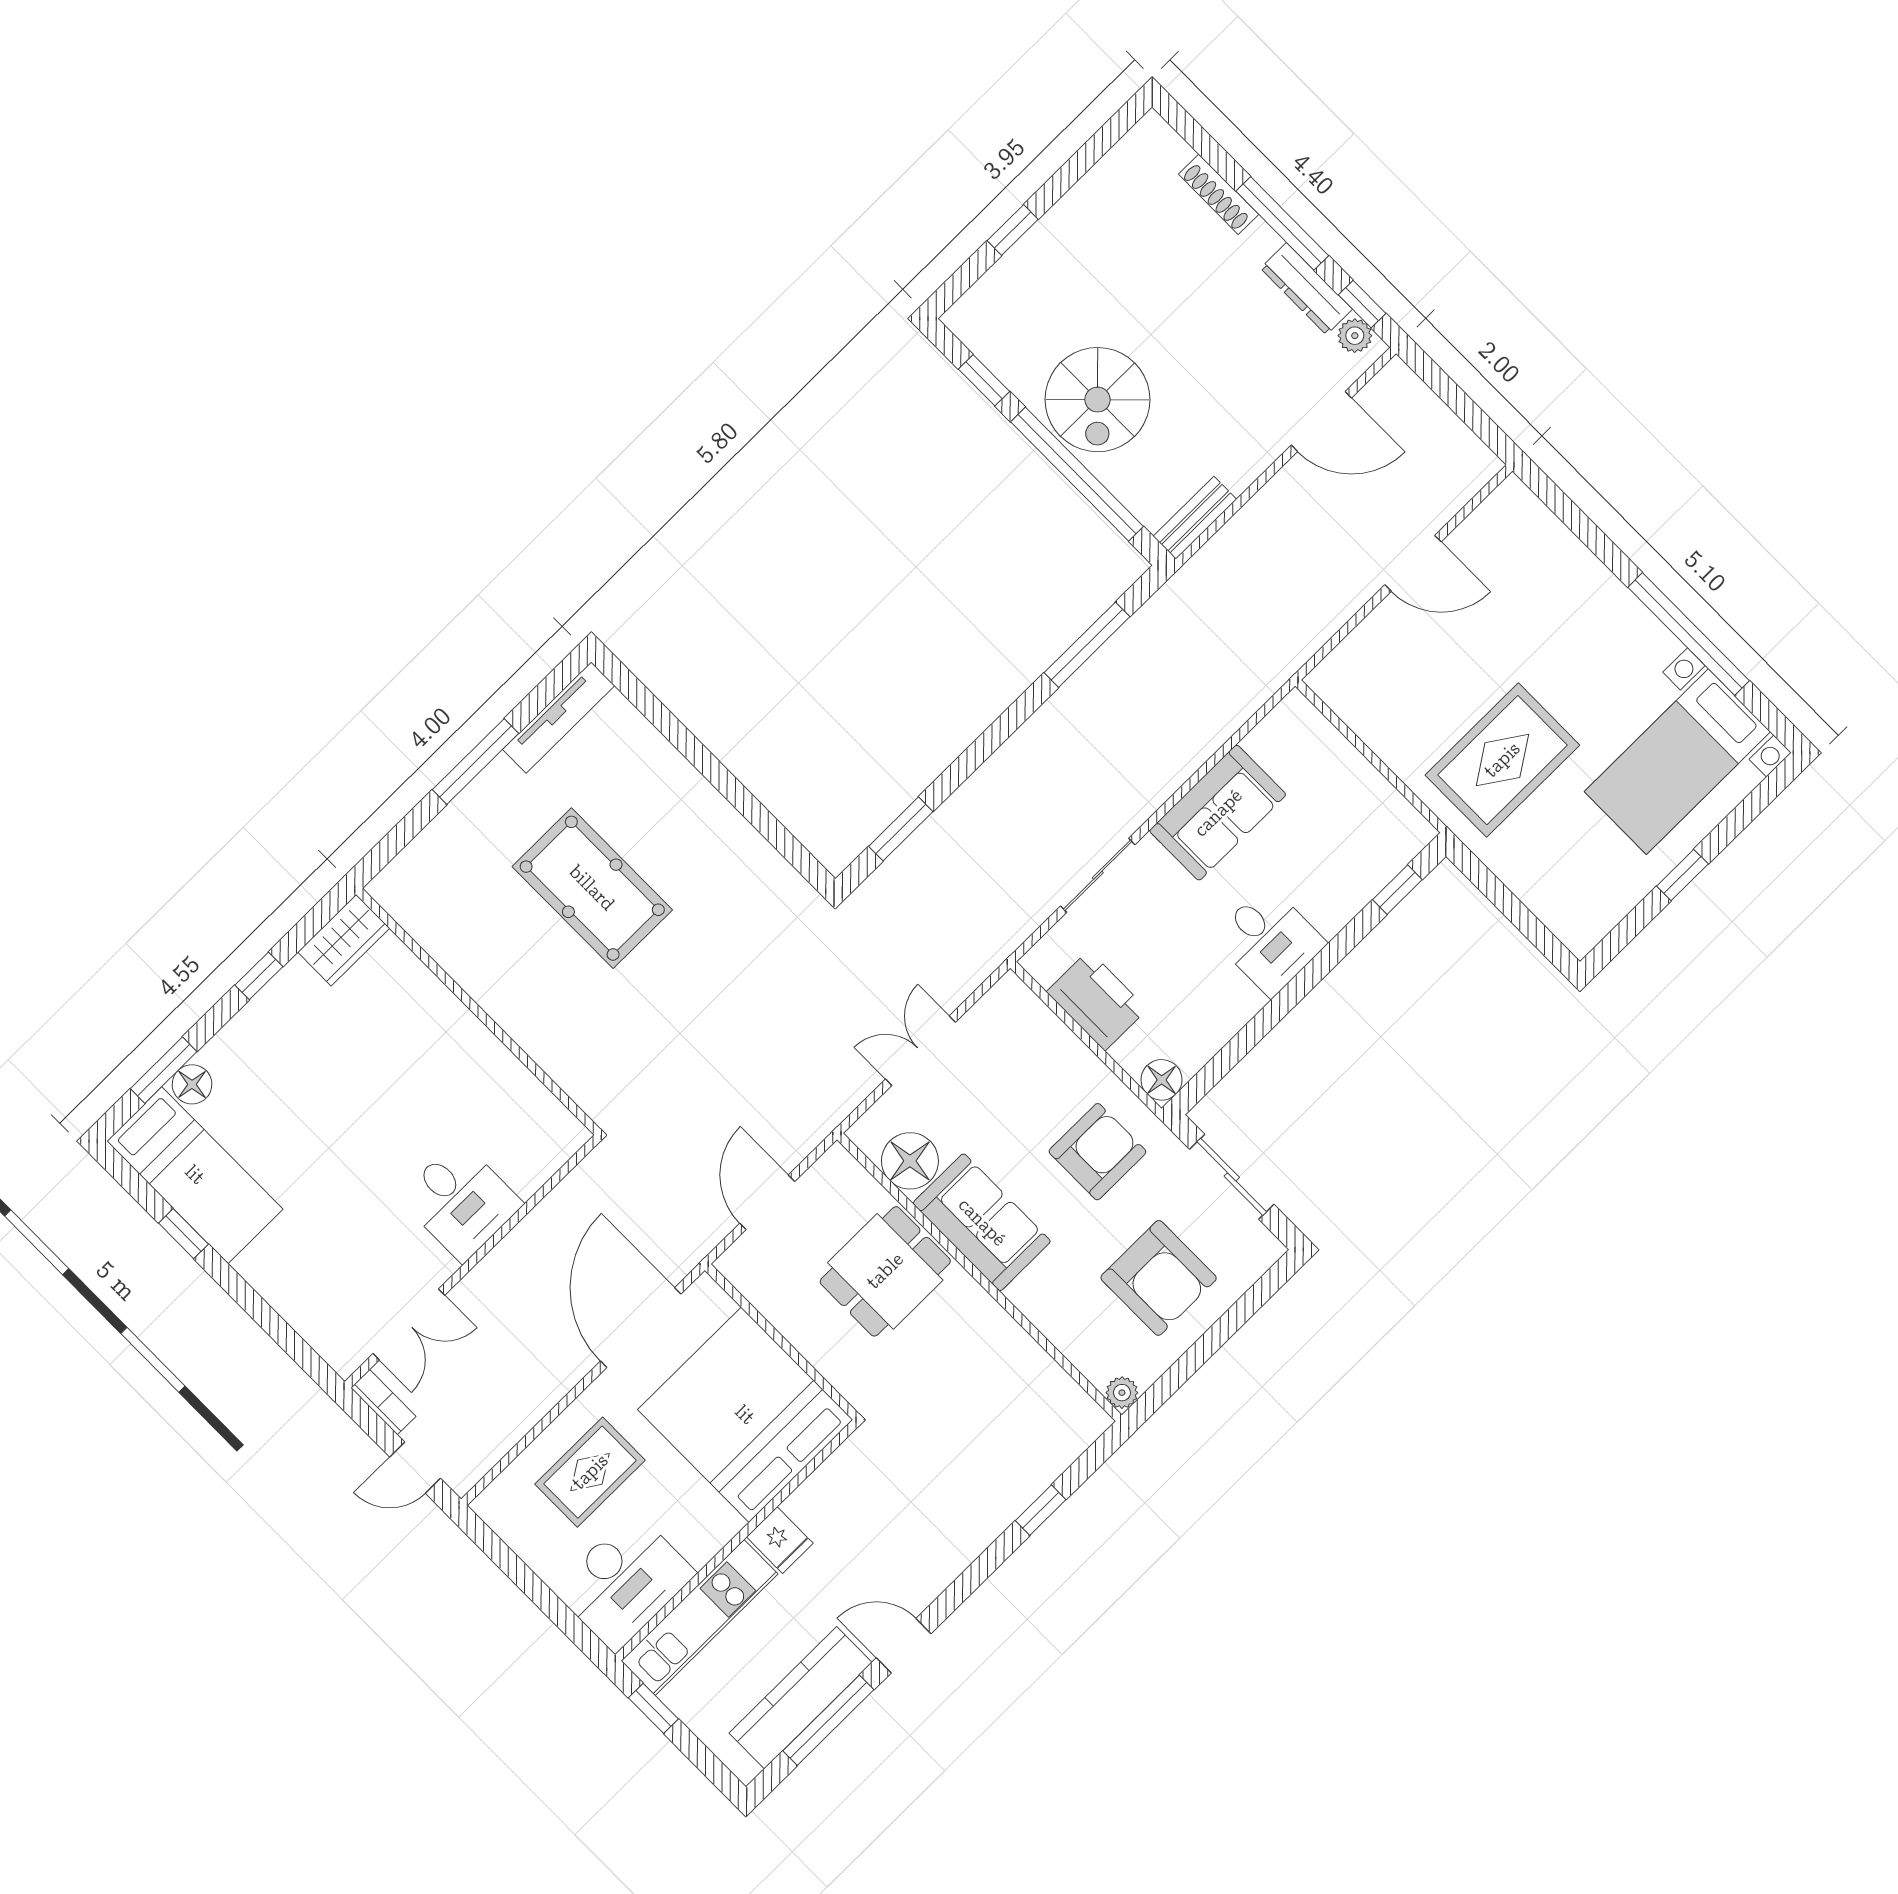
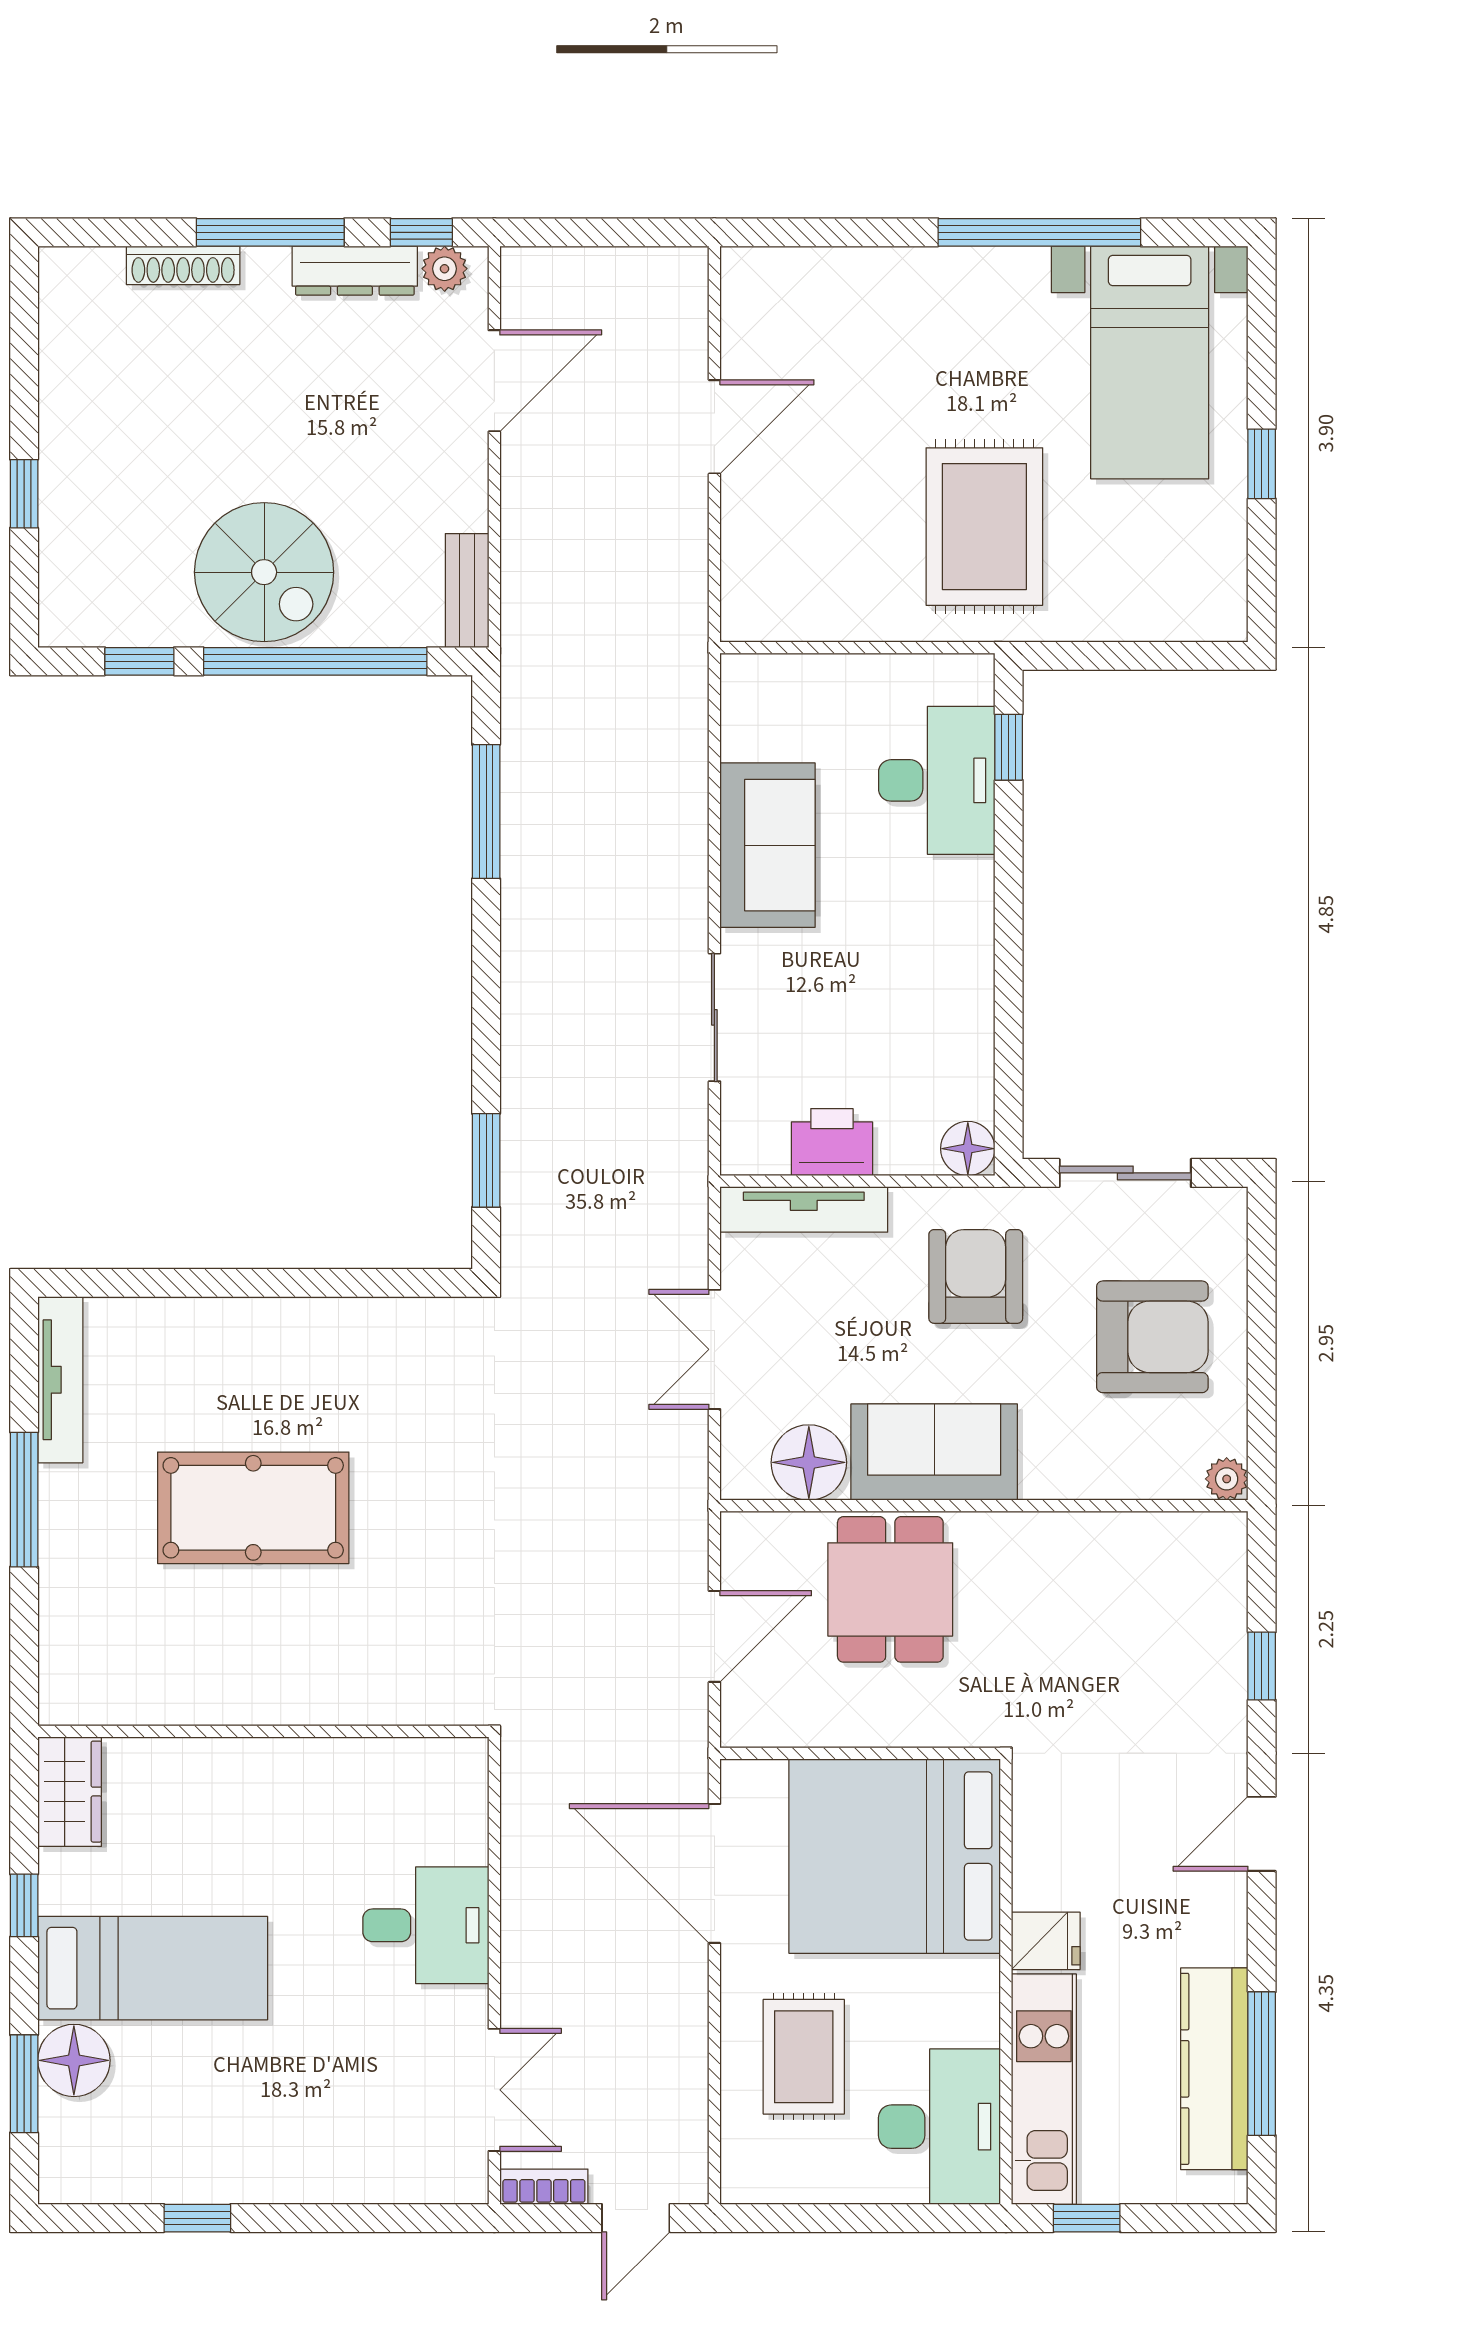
desk: (1269, 941) -> (937, 780), moved, width x1.37
printer: (1097, 1001) -> (832, 1142), width x0.73, depth x0.84
tv unit: (1042, 1024) -> (804, 1209), added
floor lamp: (192, 1084) -> (74, 2060), width x1.38, depth x1.38
bed: (195, 1175) -> (153, 1968), moved
door: (767, 1202) -> (714, 1636), swing flipped
door: (904, 1646) -> (1262, 1834), moved

